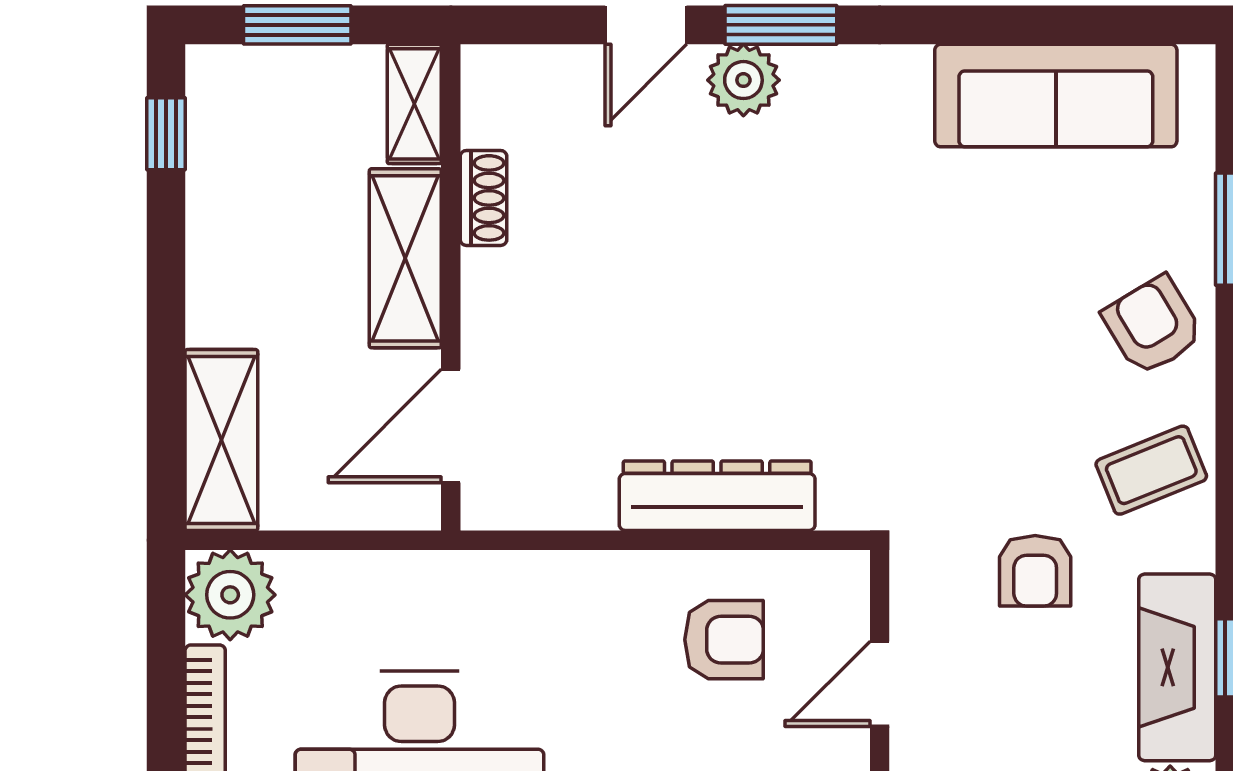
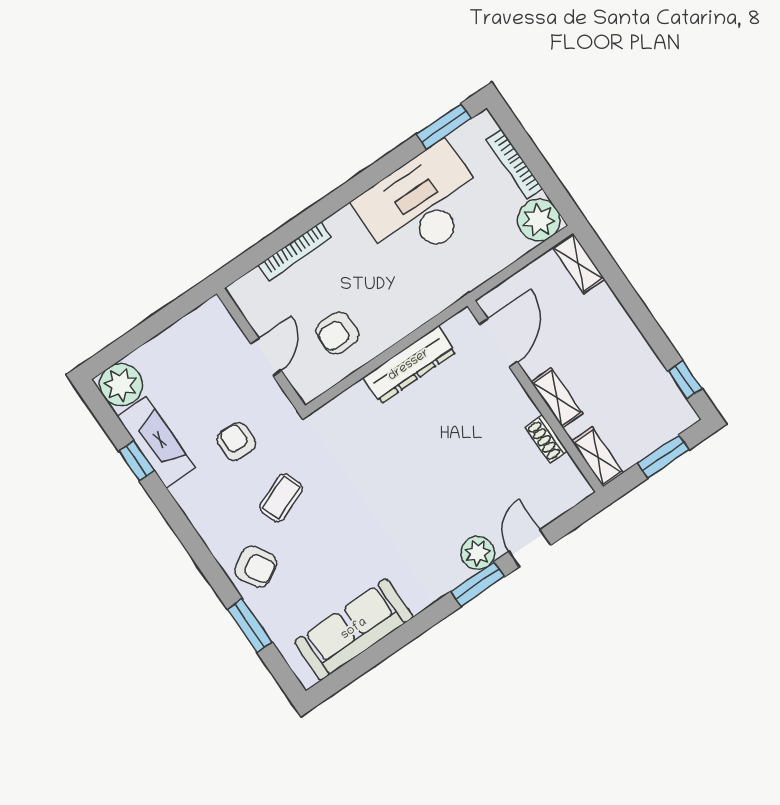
shelving: (405, 258) -> (557, 398), width x0.67, depth x0.75
shelving: (221, 440) -> (579, 263), width x0.67, depth x0.75
coffee table: (1151, 470) -> (281, 498), moved
dresser: (717, 496) -> (409, 365), moved

